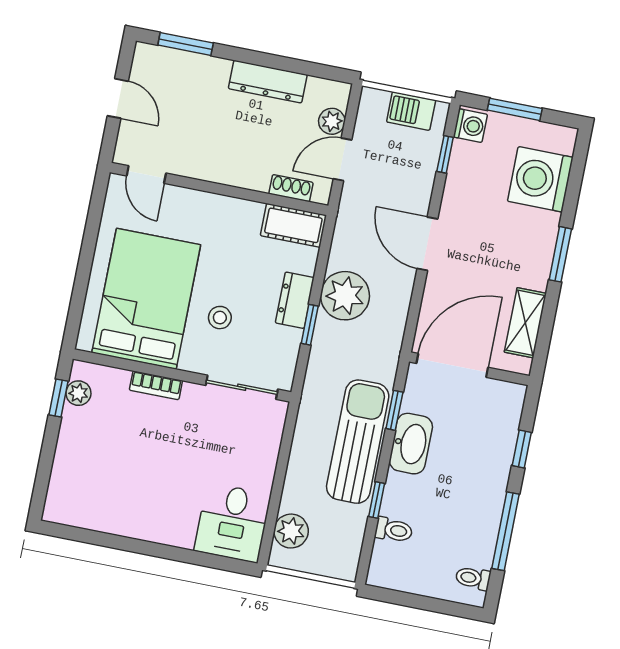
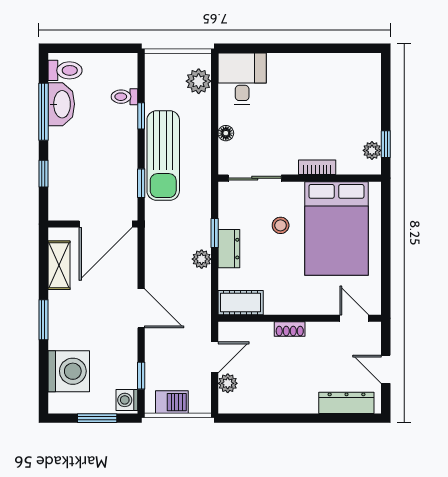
window: (186, 44) -> (344, 418), removed
dresser: (268, 82) -> (346, 403), moved
shoe rack: (291, 188) -> (290, 329), moved
plant: (345, 296) -> (202, 259), width x0.53, depth x0.53
washbasin: (411, 444) -> (61, 104), moved, turned 180
floor lamp: (268, 455) -> (226, 133), added
toilet: (473, 578) -> (65, 70), width x1.37, depth x1.39

